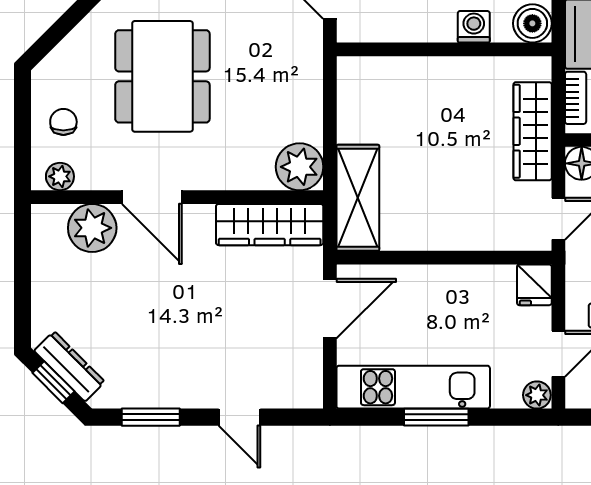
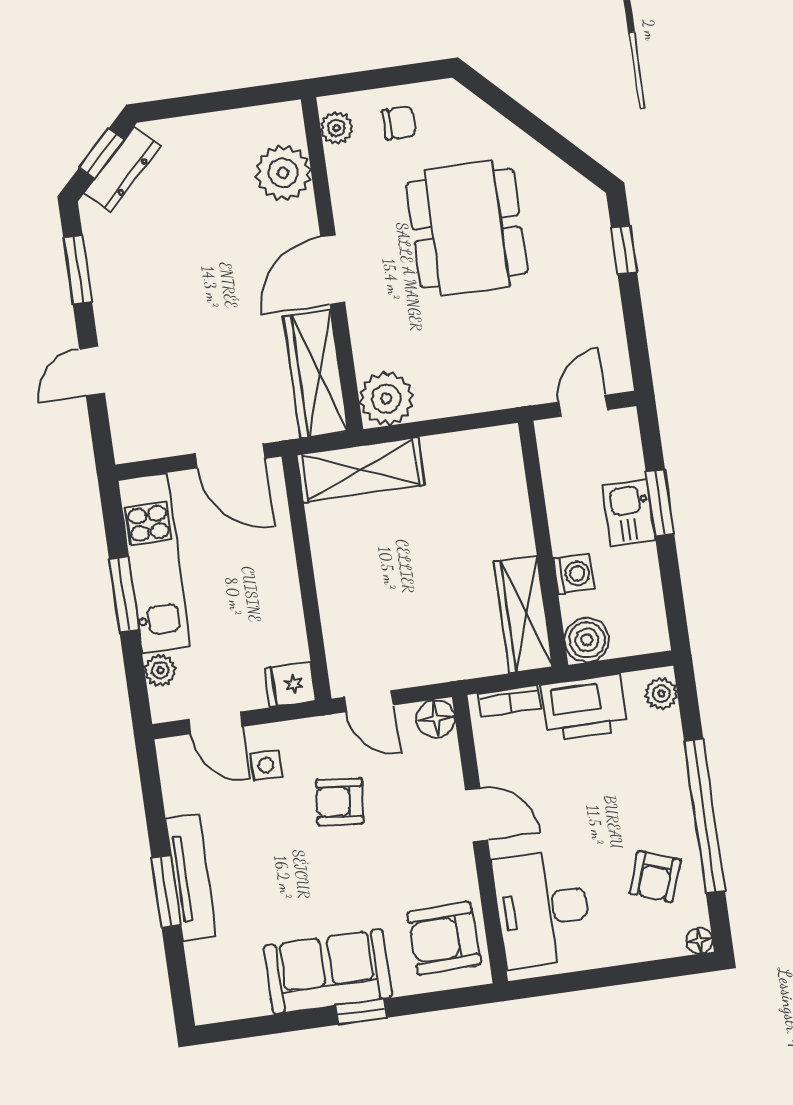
dining table: (162, 76) -> (467, 228), turned 90
wardrobe: (533, 131) -> (523, 614), moved, turned -90
door: (152, 197) -> (333, 270), moved
plant: (537, 395) -> (160, 670), moved

